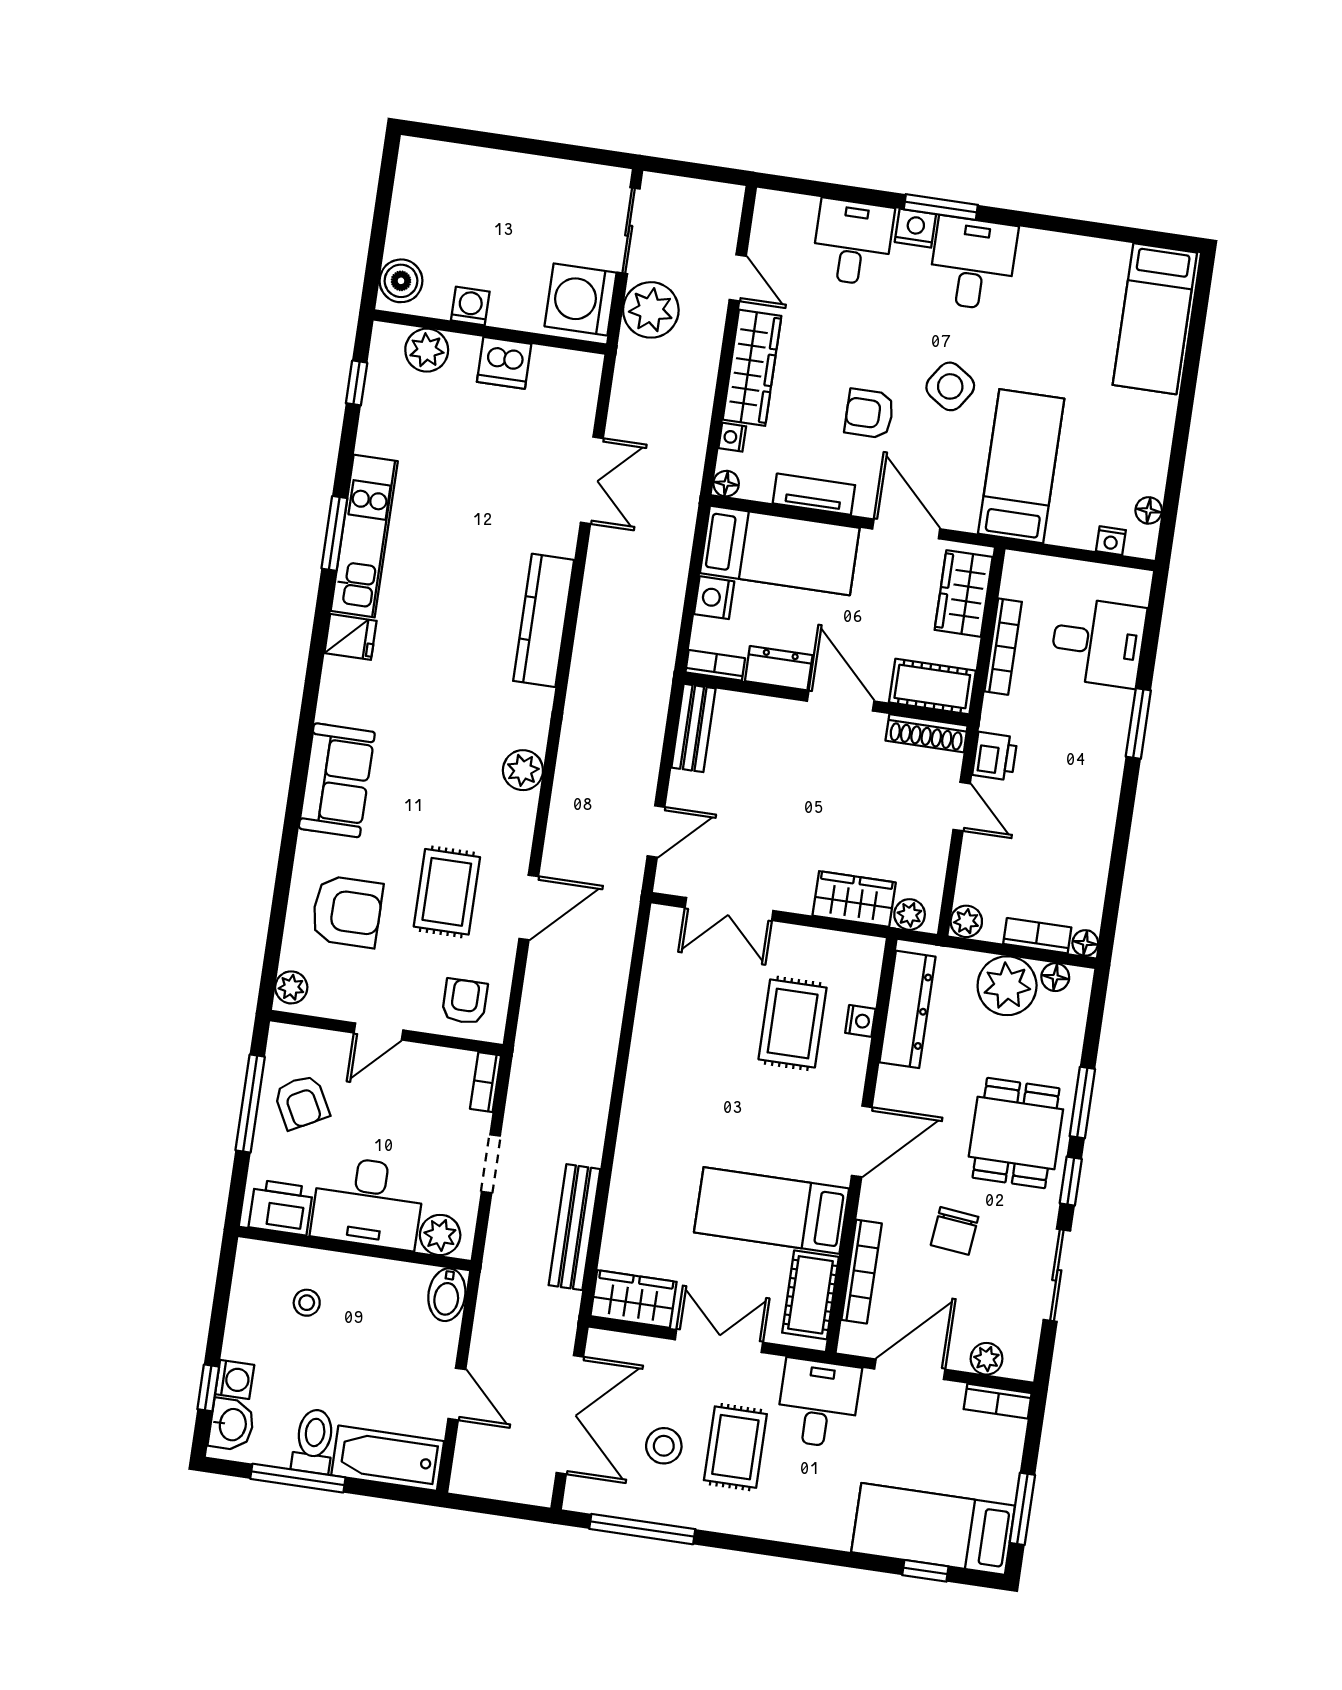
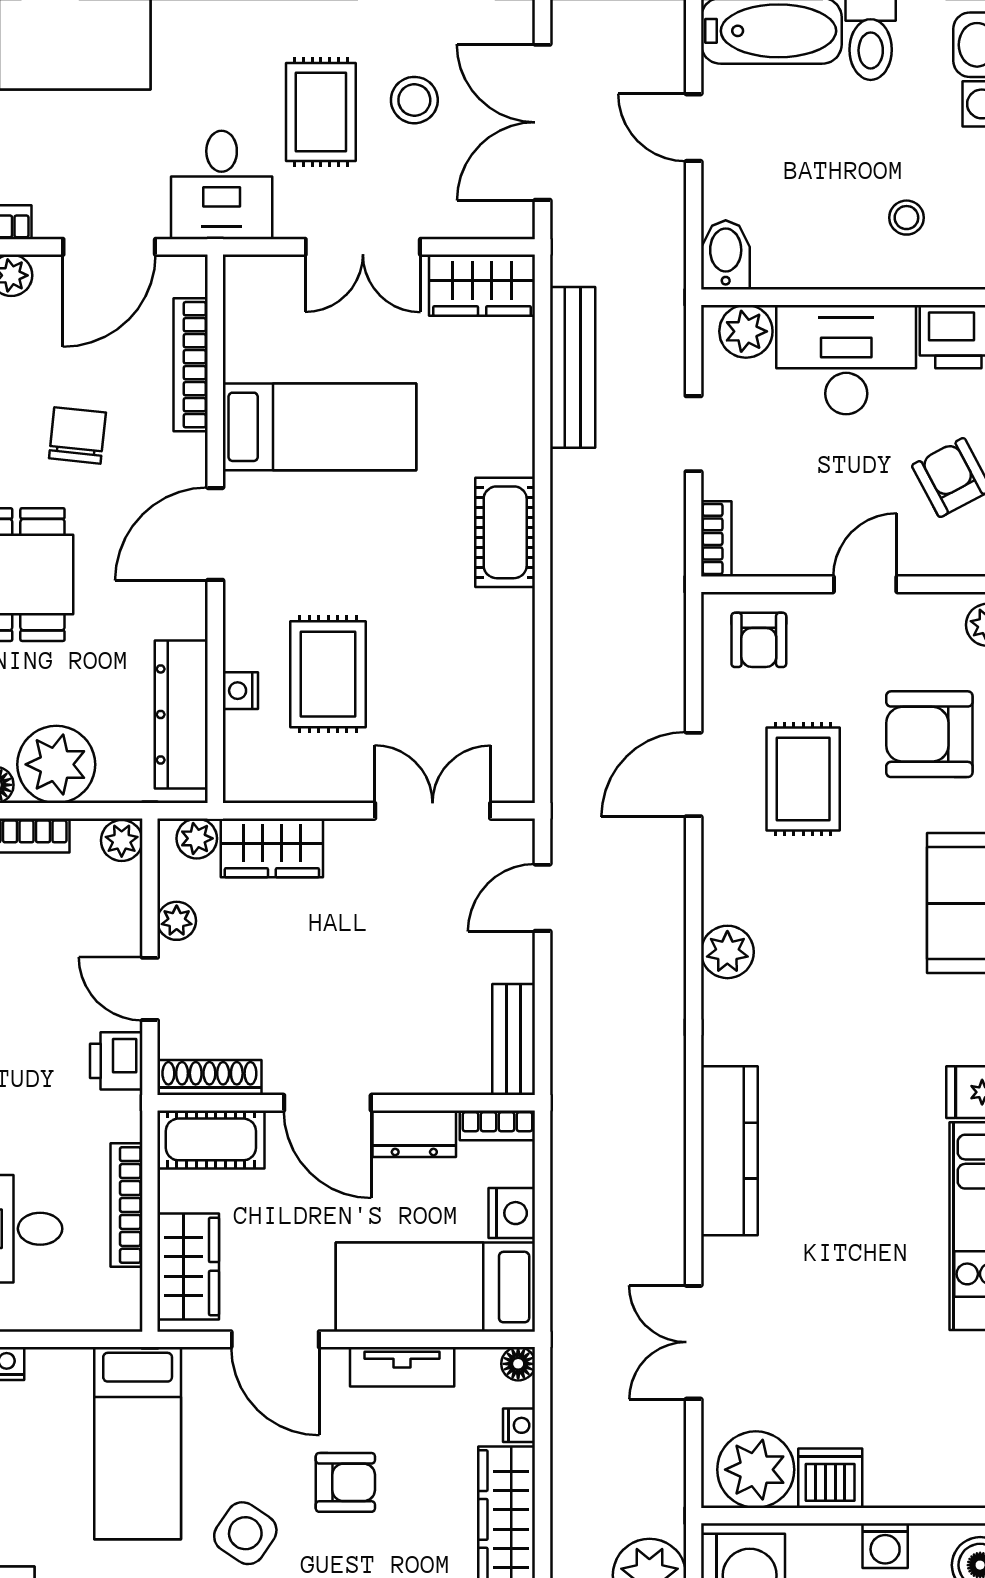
plant: (427, 350) -> (756, 1470), moved, width x1.36, depth x1.36
plant: (934, 855) -> (177, 921), added
cot: (810, 1295) -> (505, 532), moved

